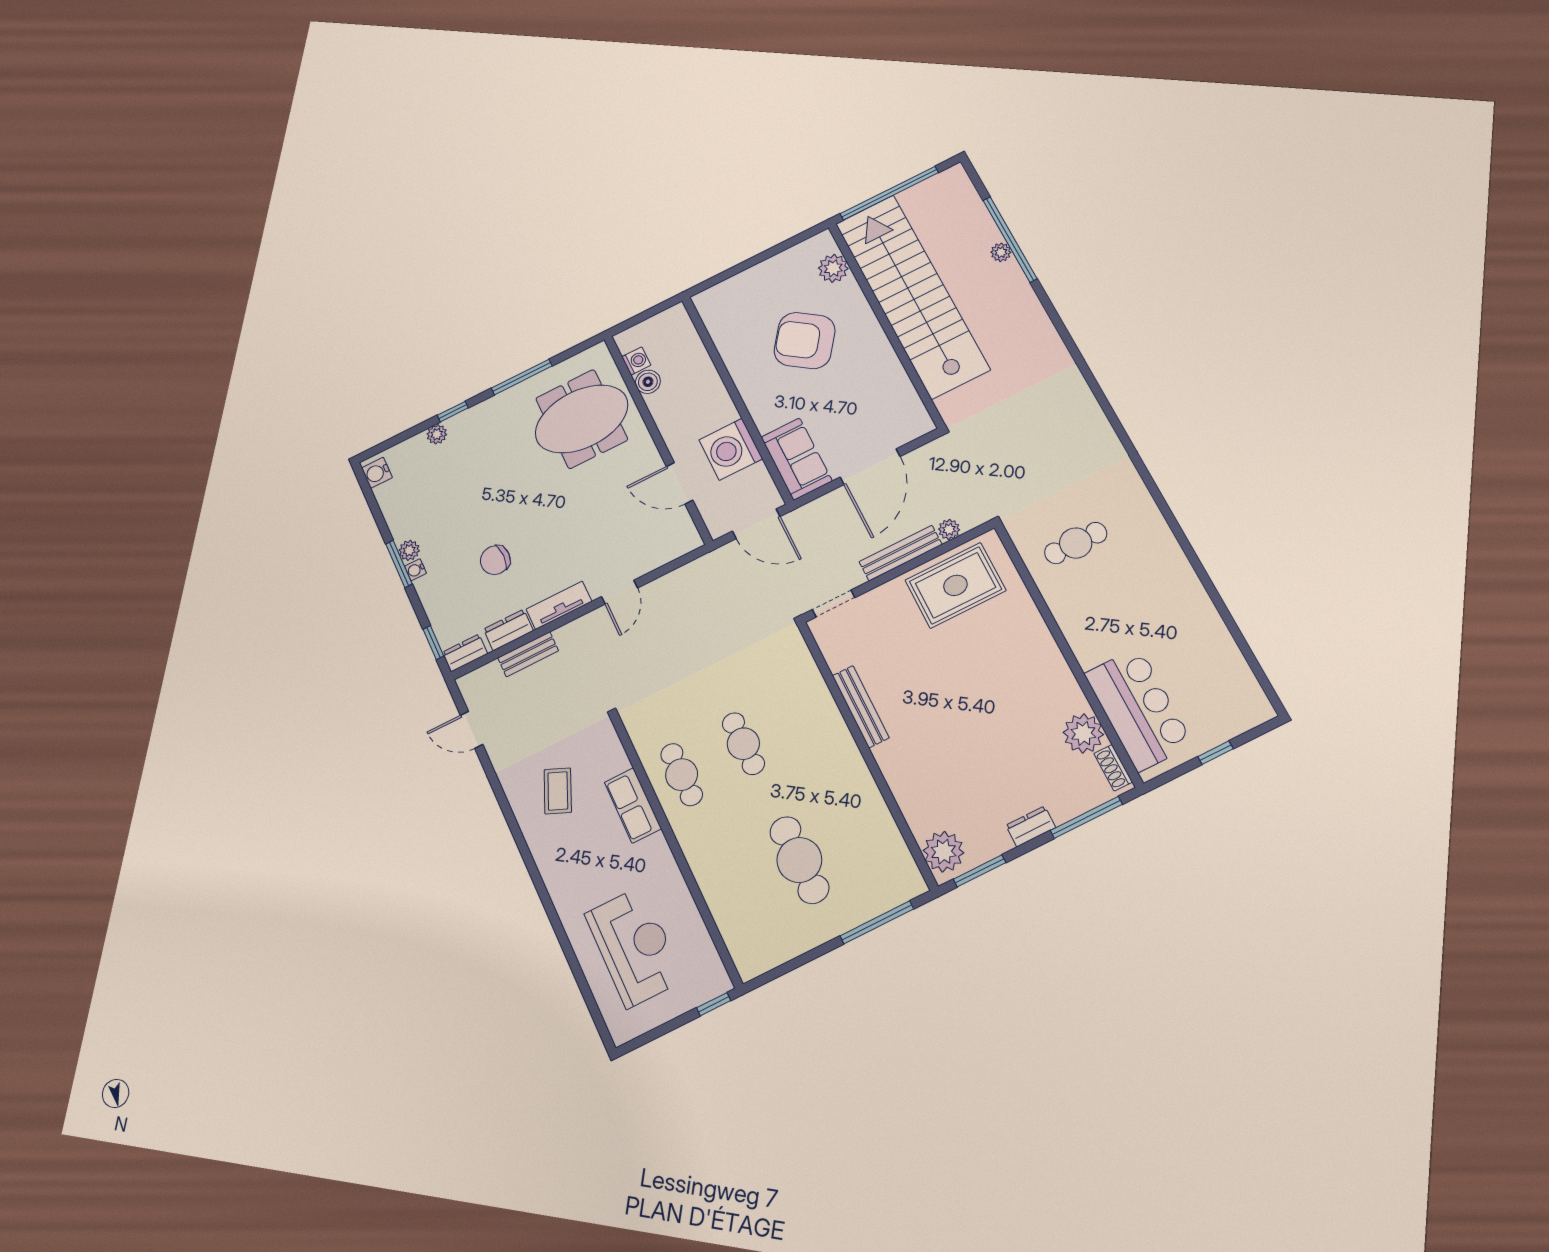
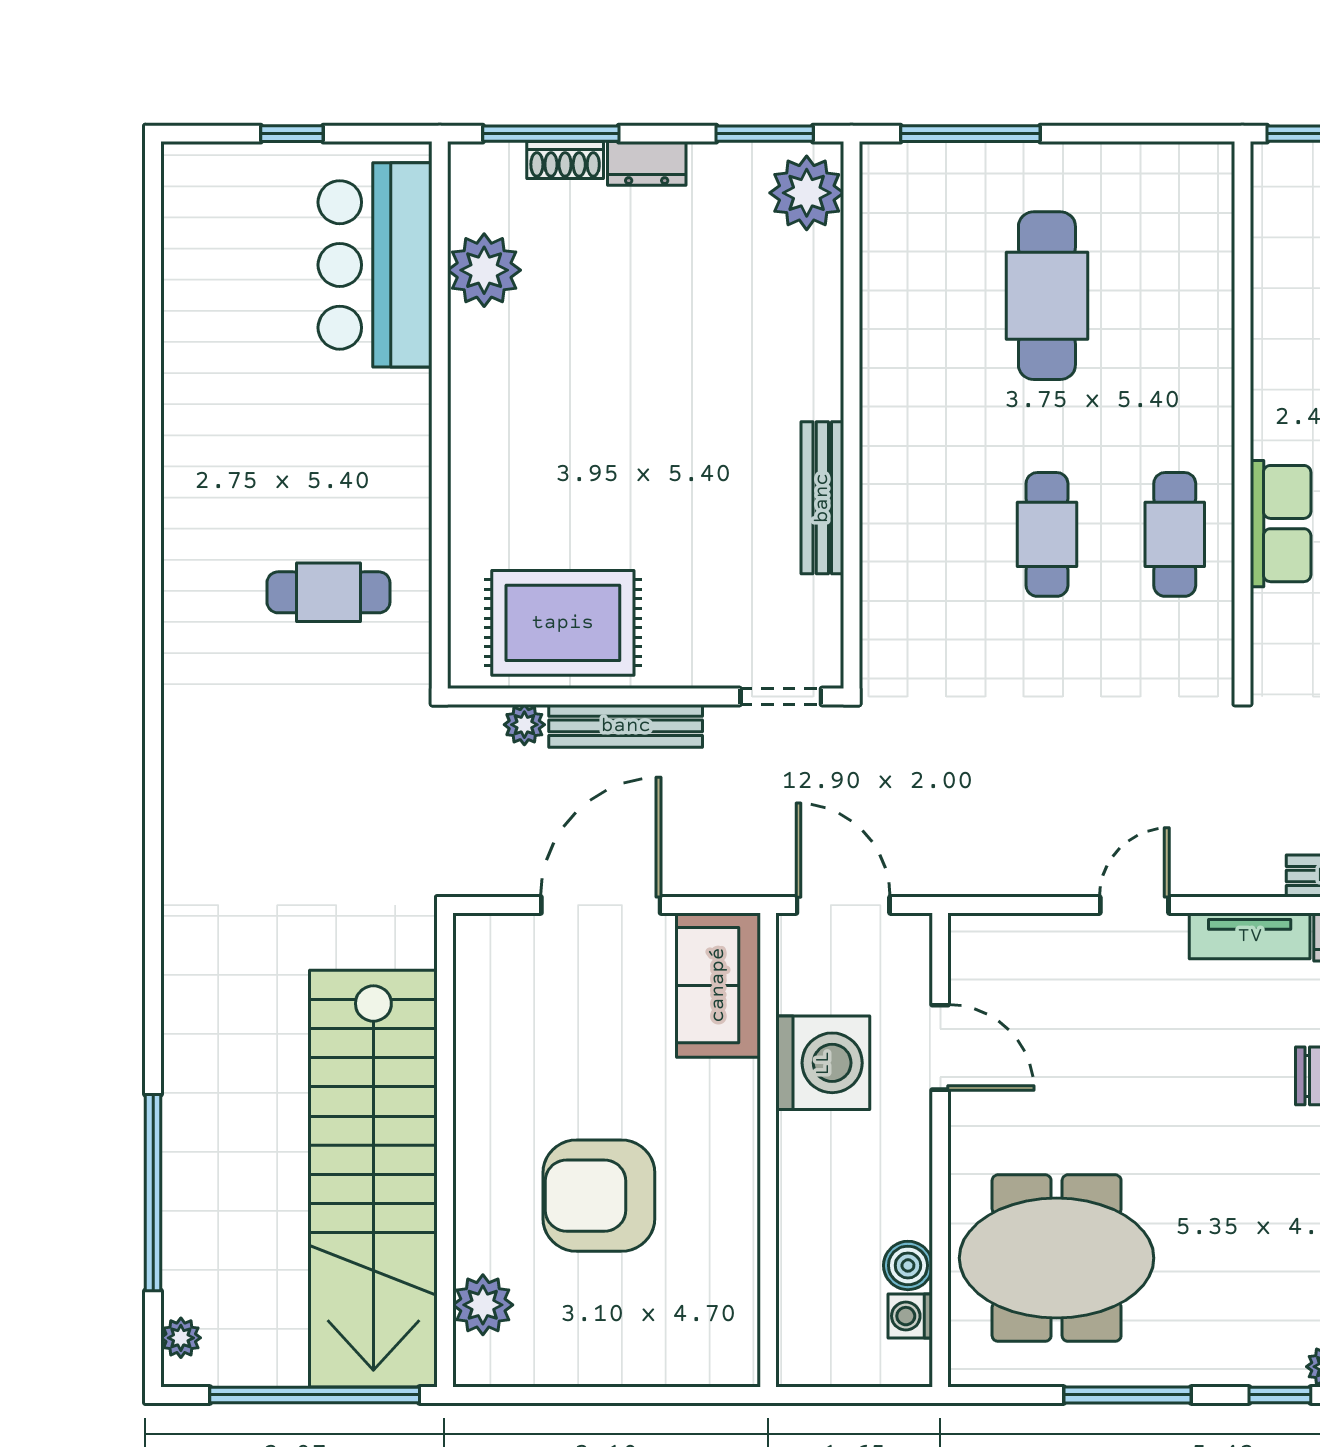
plant: (1001, 252) -> (181, 1338), moved
armchair: (805, 341) -> (599, 1196), turned 144
shoe rack: (1113, 768) -> (565, 160), moved, turned 90

